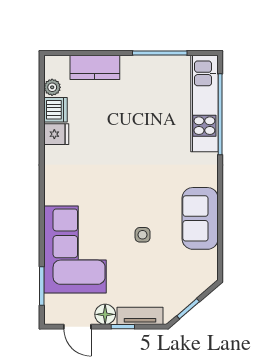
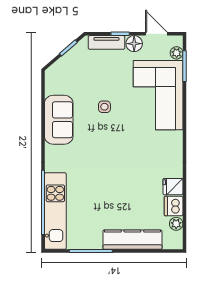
kitchen counter: (95, 67) -> (132, 240), width x1.50
plant: (52, 303) -> (177, 53), added

